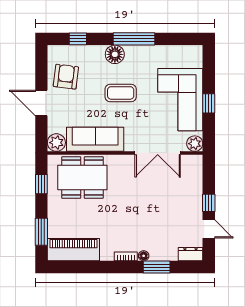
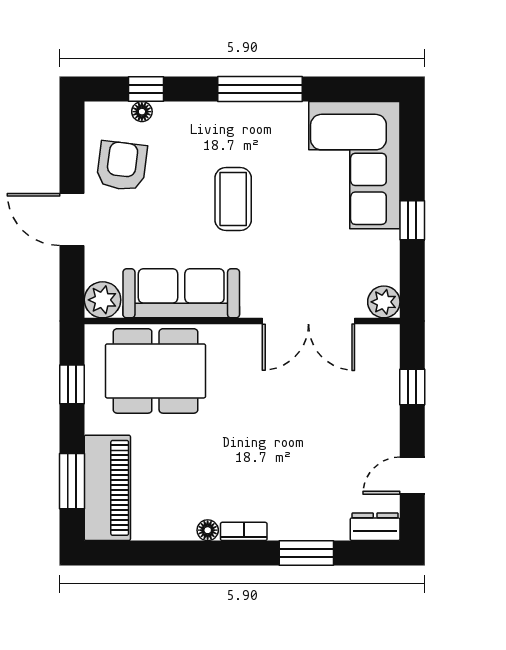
floor lamp: (115, 54) -> (142, 112), moved, width x0.53, depth x0.53
coffee table: (121, 93) -> (233, 199), turned 90
corner sofa: (180, 100) -> (354, 165), moved
window: (209, 203) -> (412, 387), moved
door: (209, 229) -> (412, 476), swing flipped
piano: (73, 250) -> (107, 488), moved, turned 90
floor lamp: (144, 256) -> (208, 530), moved

